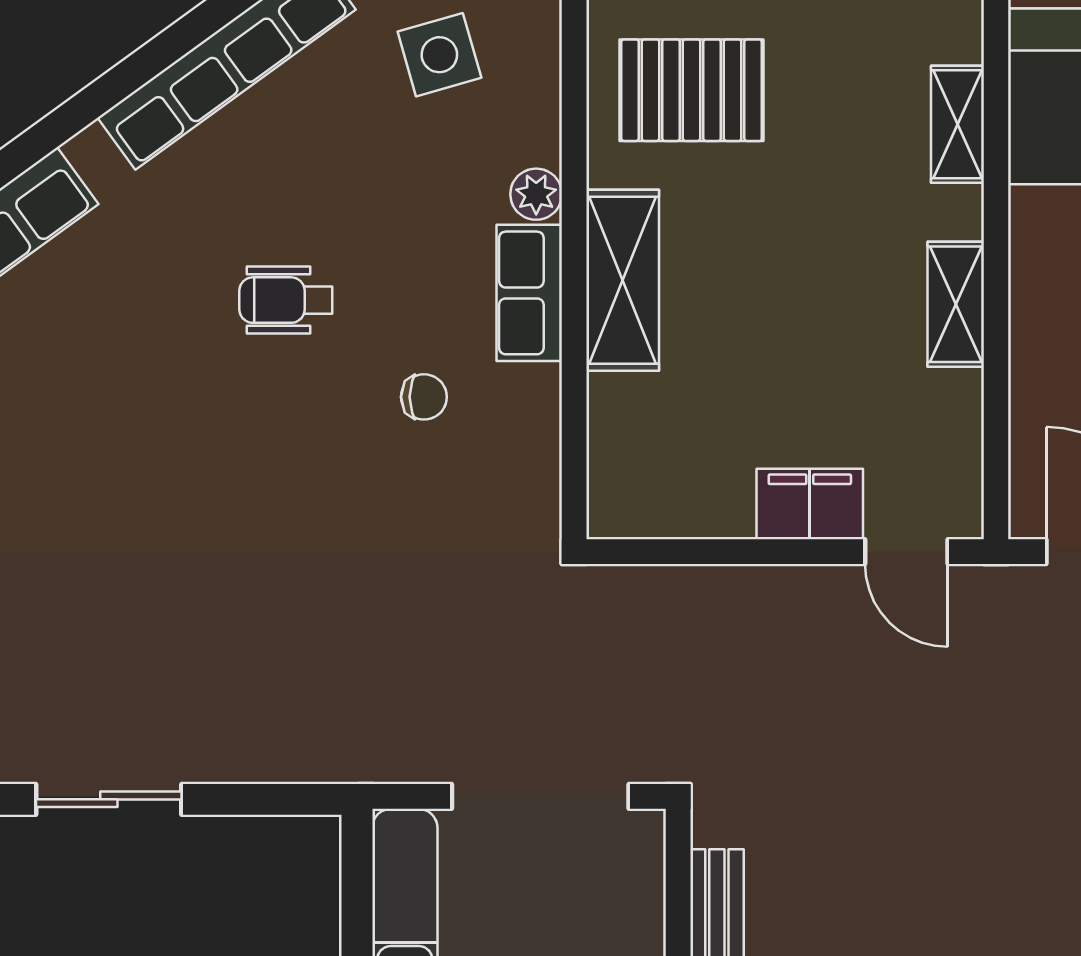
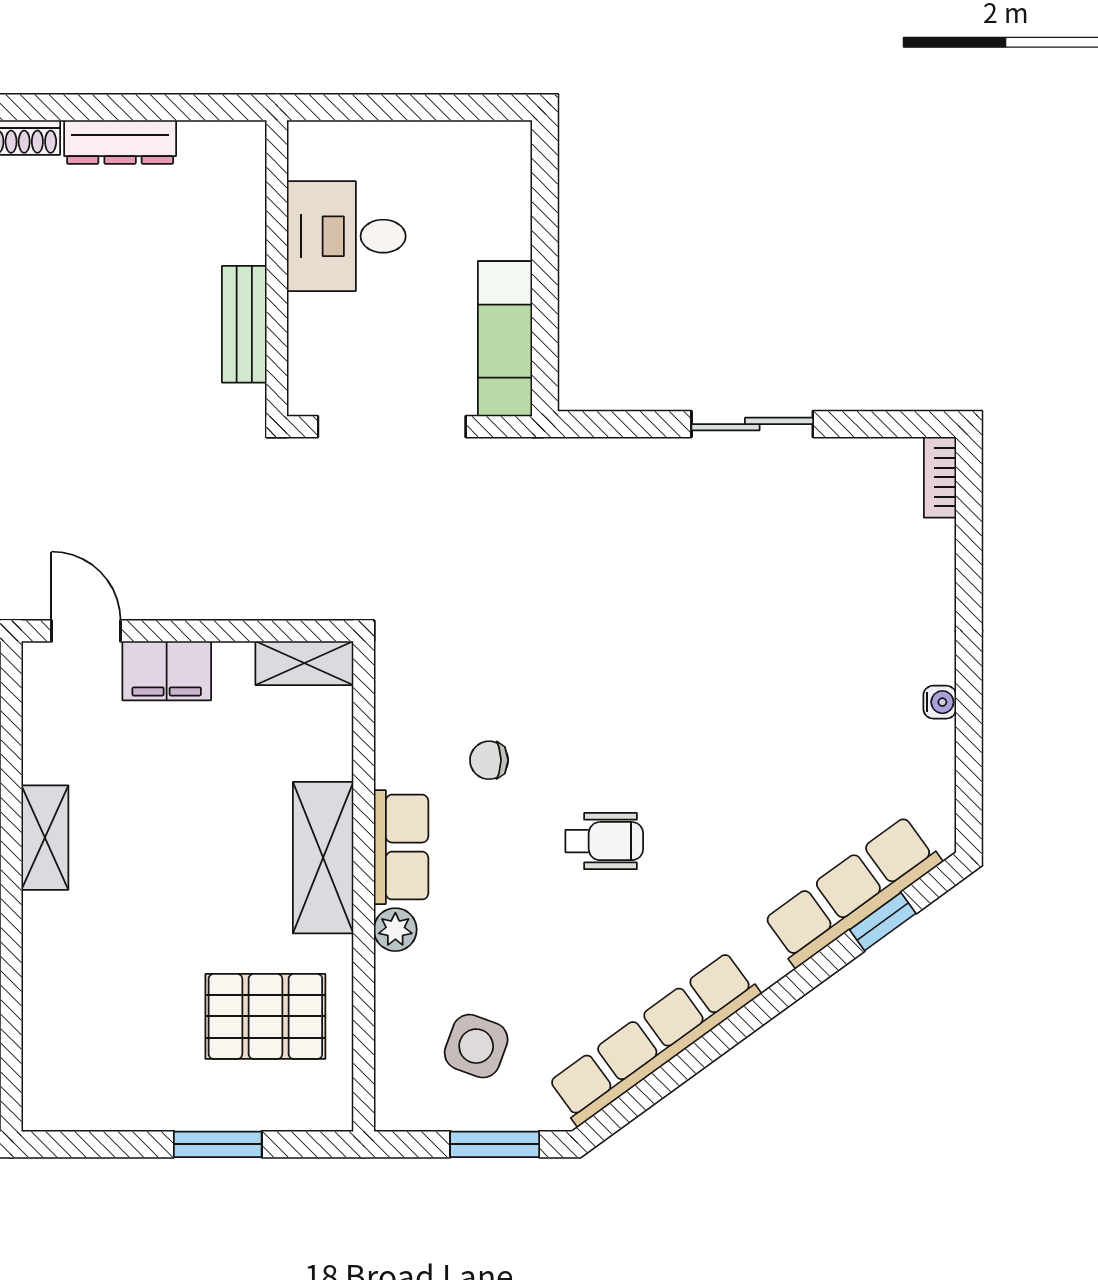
side table: (439, 55) -> (476, 1046), turned 36
shelving: (957, 124) -> (304, 663), moved, turned 90

